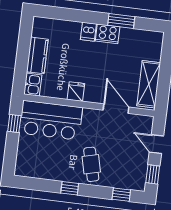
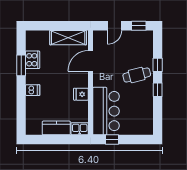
cooker: (108, 34) -> (33, 60), moved
window: (121, 195) -> (158, 65), moved

